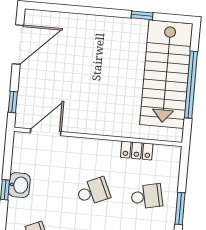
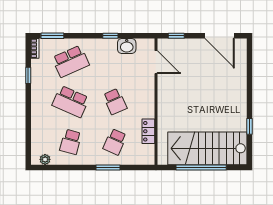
washbasin: (19, 185) -> (127, 46), moved
school desk: (147, 196) -> (115, 142), turned 36

